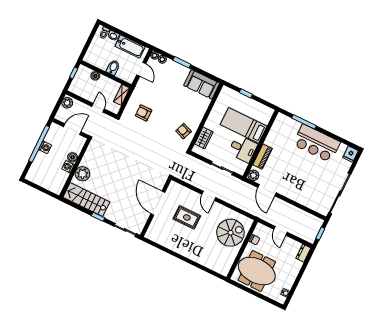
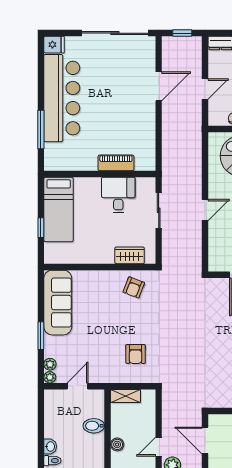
bathtub: (130, 47) -> (54, 417), removed
sofa: (202, 84) -> (58, 303), width x1.36
door: (98, 108) -> (159, 447), moved
bed: (244, 125) -> (59, 209), moved
bar counter: (317, 143) -> (62, 98), width x1.36
plant: (253, 175) -> (147, 163), removed
door: (267, 190) -> (159, 86), moved

